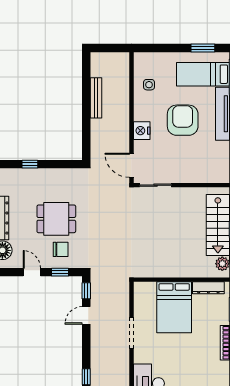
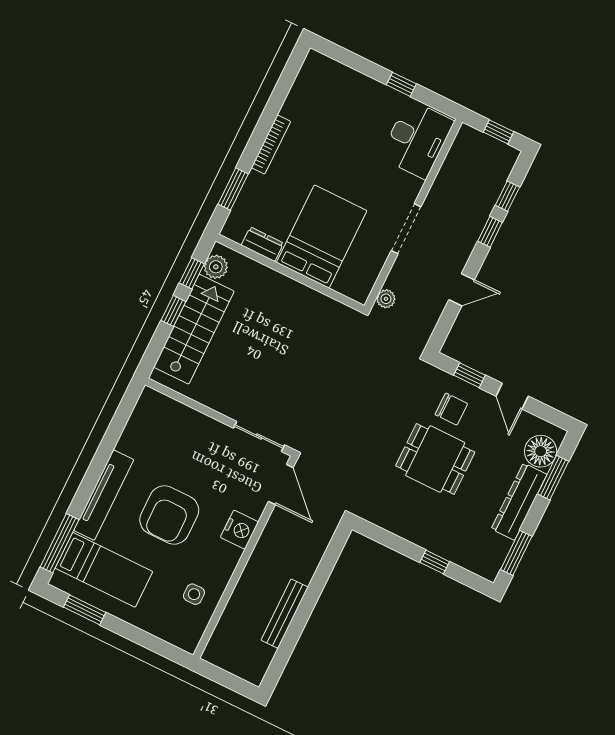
chair: (61, 249) -> (451, 409), turned 180
dresser: (208, 288) -> (262, 244), width x0.70
window: (86, 291) -> (490, 232), moved
plant: (124, 291) -> (386, 299), added

